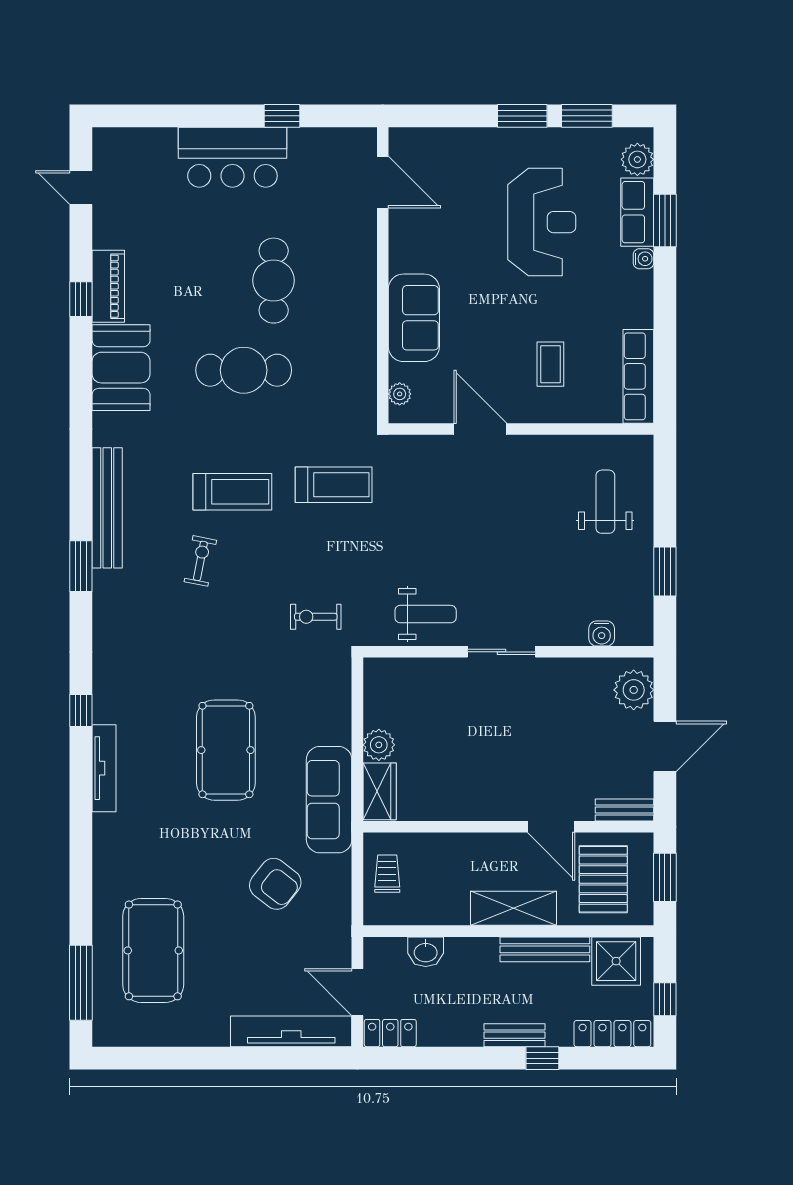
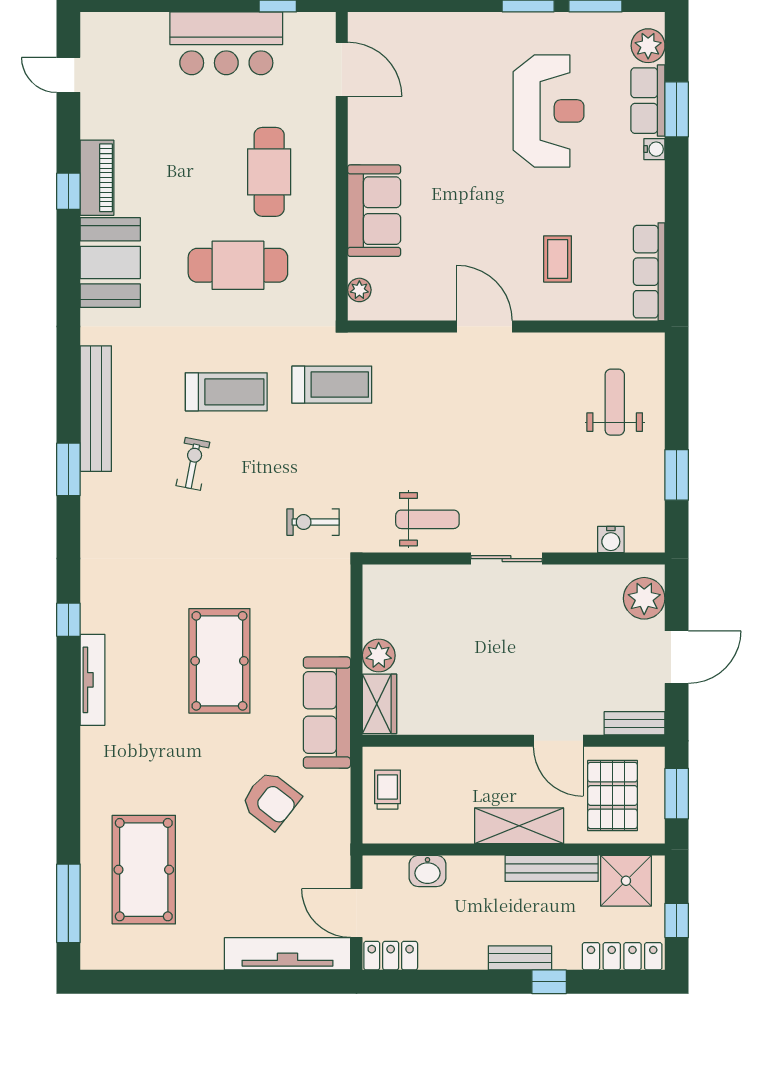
door: (383, 182) -> (342, 69), moved
wall: (383, 275) -> (342, 166), moved
sofa: (414, 318) -> (374, 211), moved
plant: (400, 394) -> (359, 290), moved

